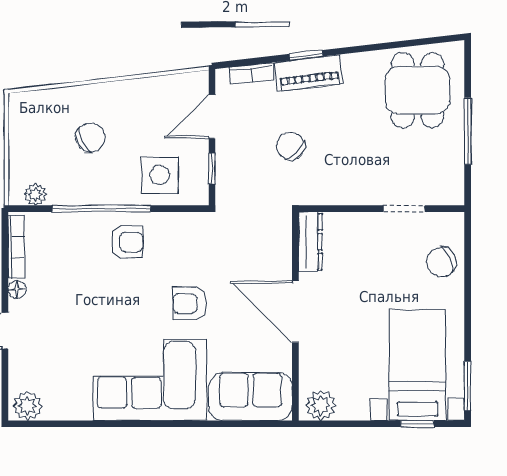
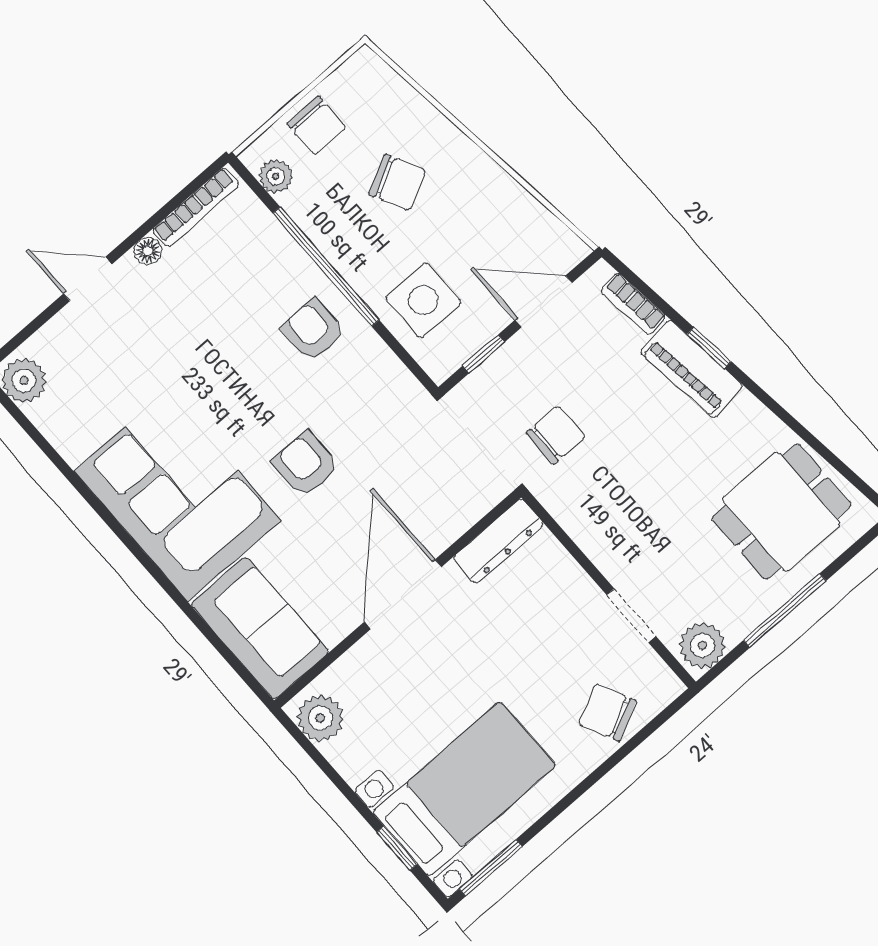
chair: (291, 146) -> (556, 435), moved, turned 46
chair: (28, 152) -> (316, 126), added
plant: (449, 186) -> (702, 645), added
armchair: (127, 242) -> (313, 330), turned 180

